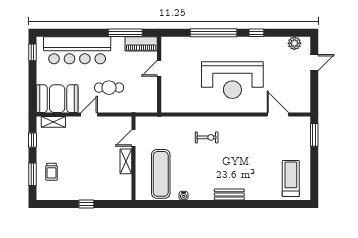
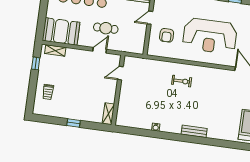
armchair: (182, 86) -> (167, 35), added
door: (89, 114) -> (100, 50), moved
shelving: (126, 161) -> (108, 114), moved
window: (32, 174) -> (32, 92), removed
exercise mat: (161, 174) -> (139, 106), removed

